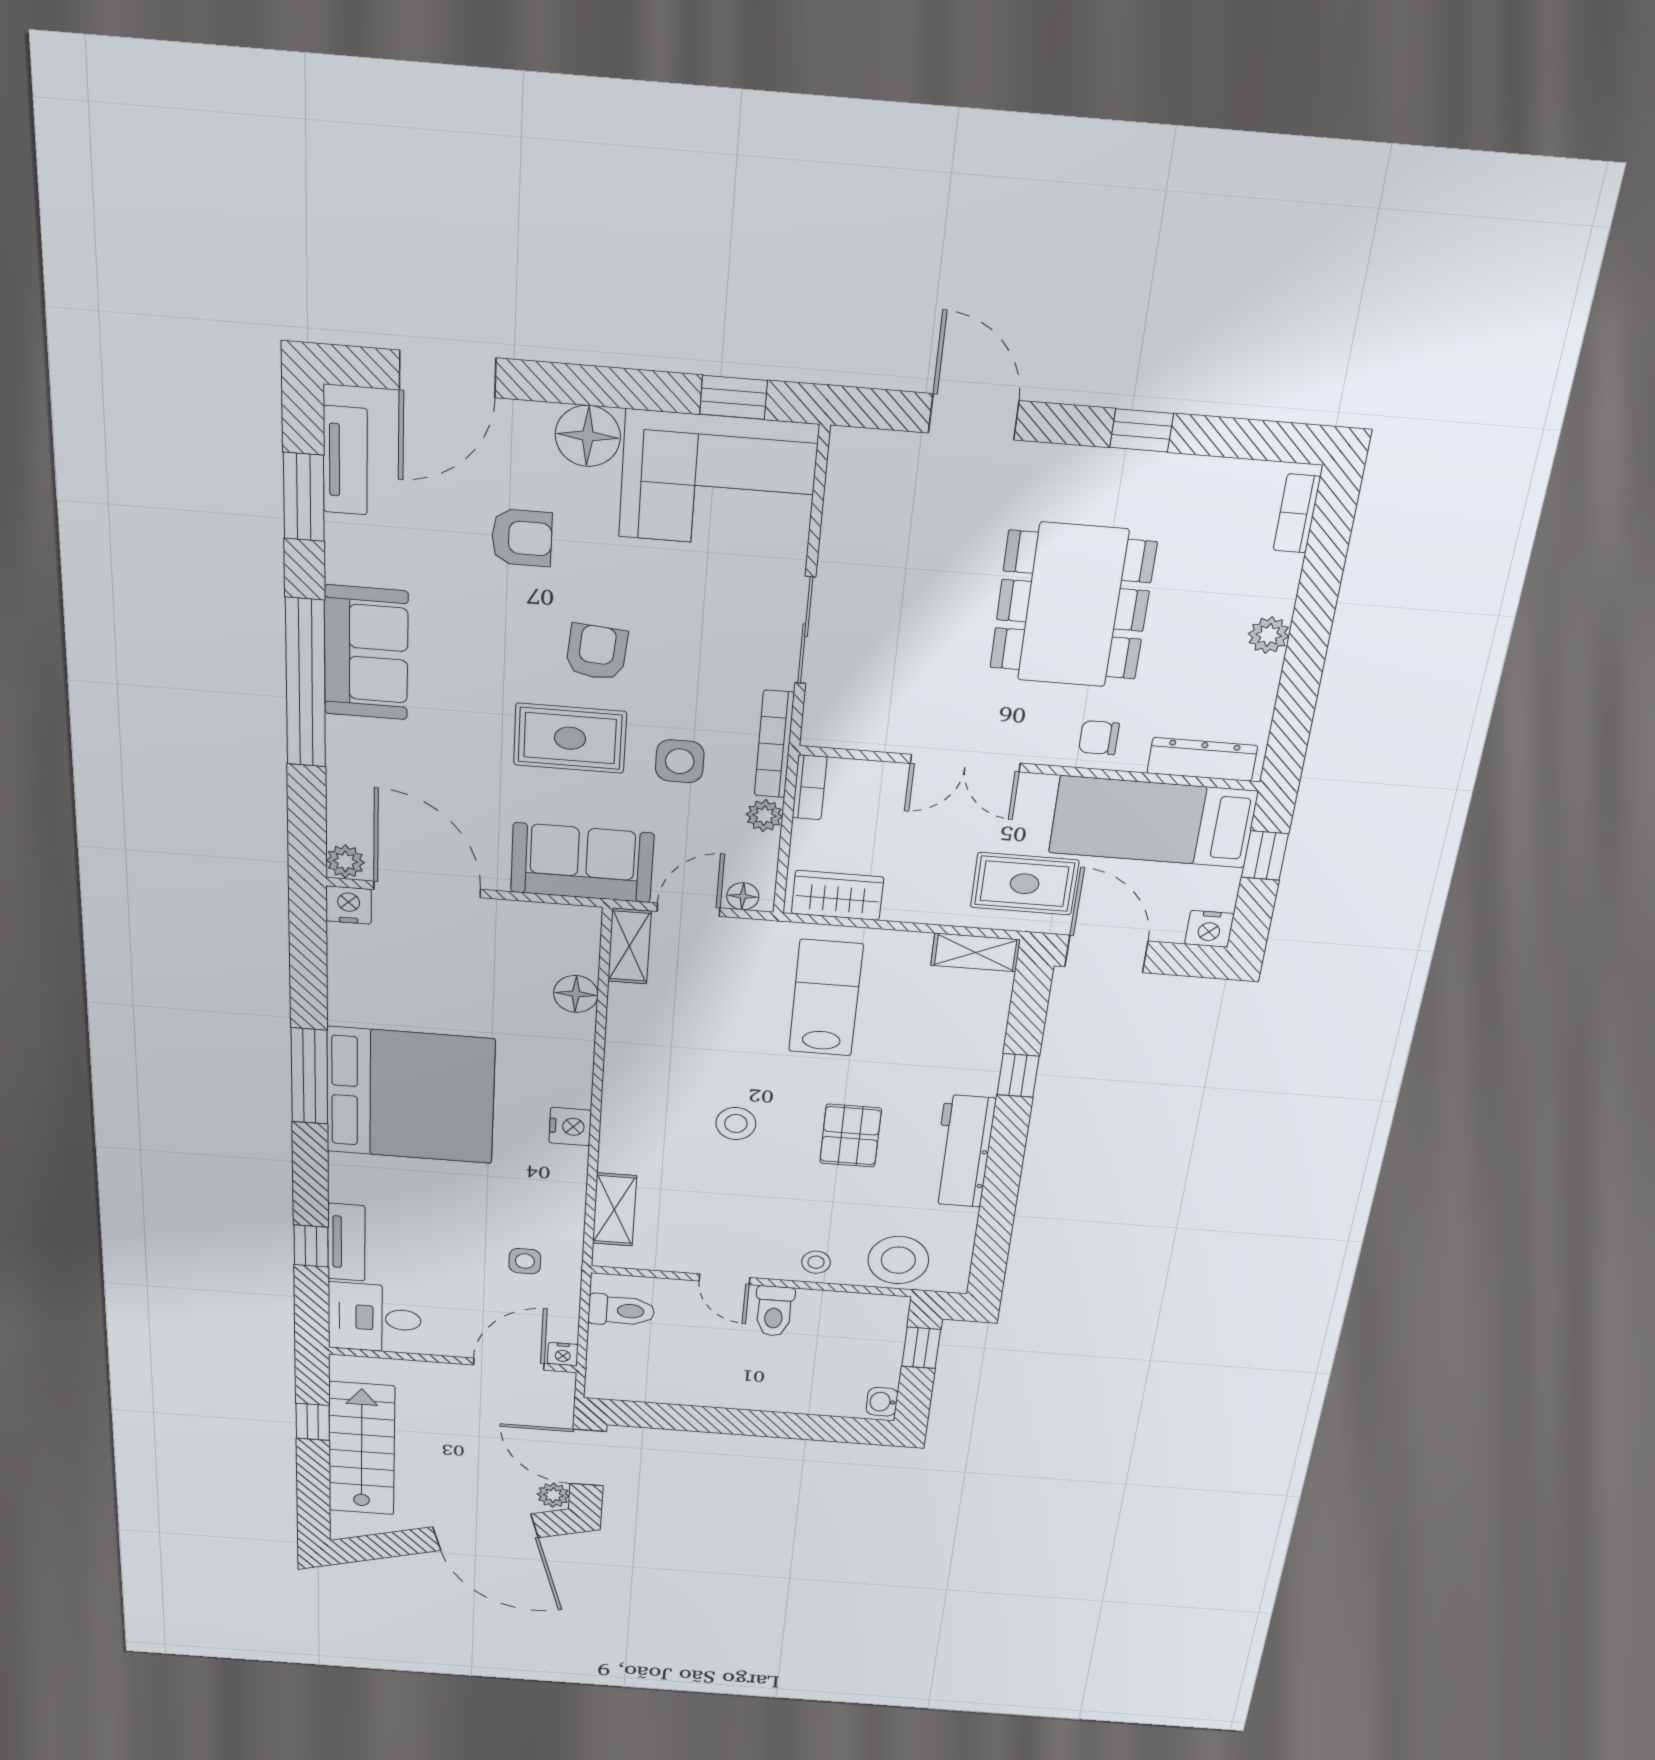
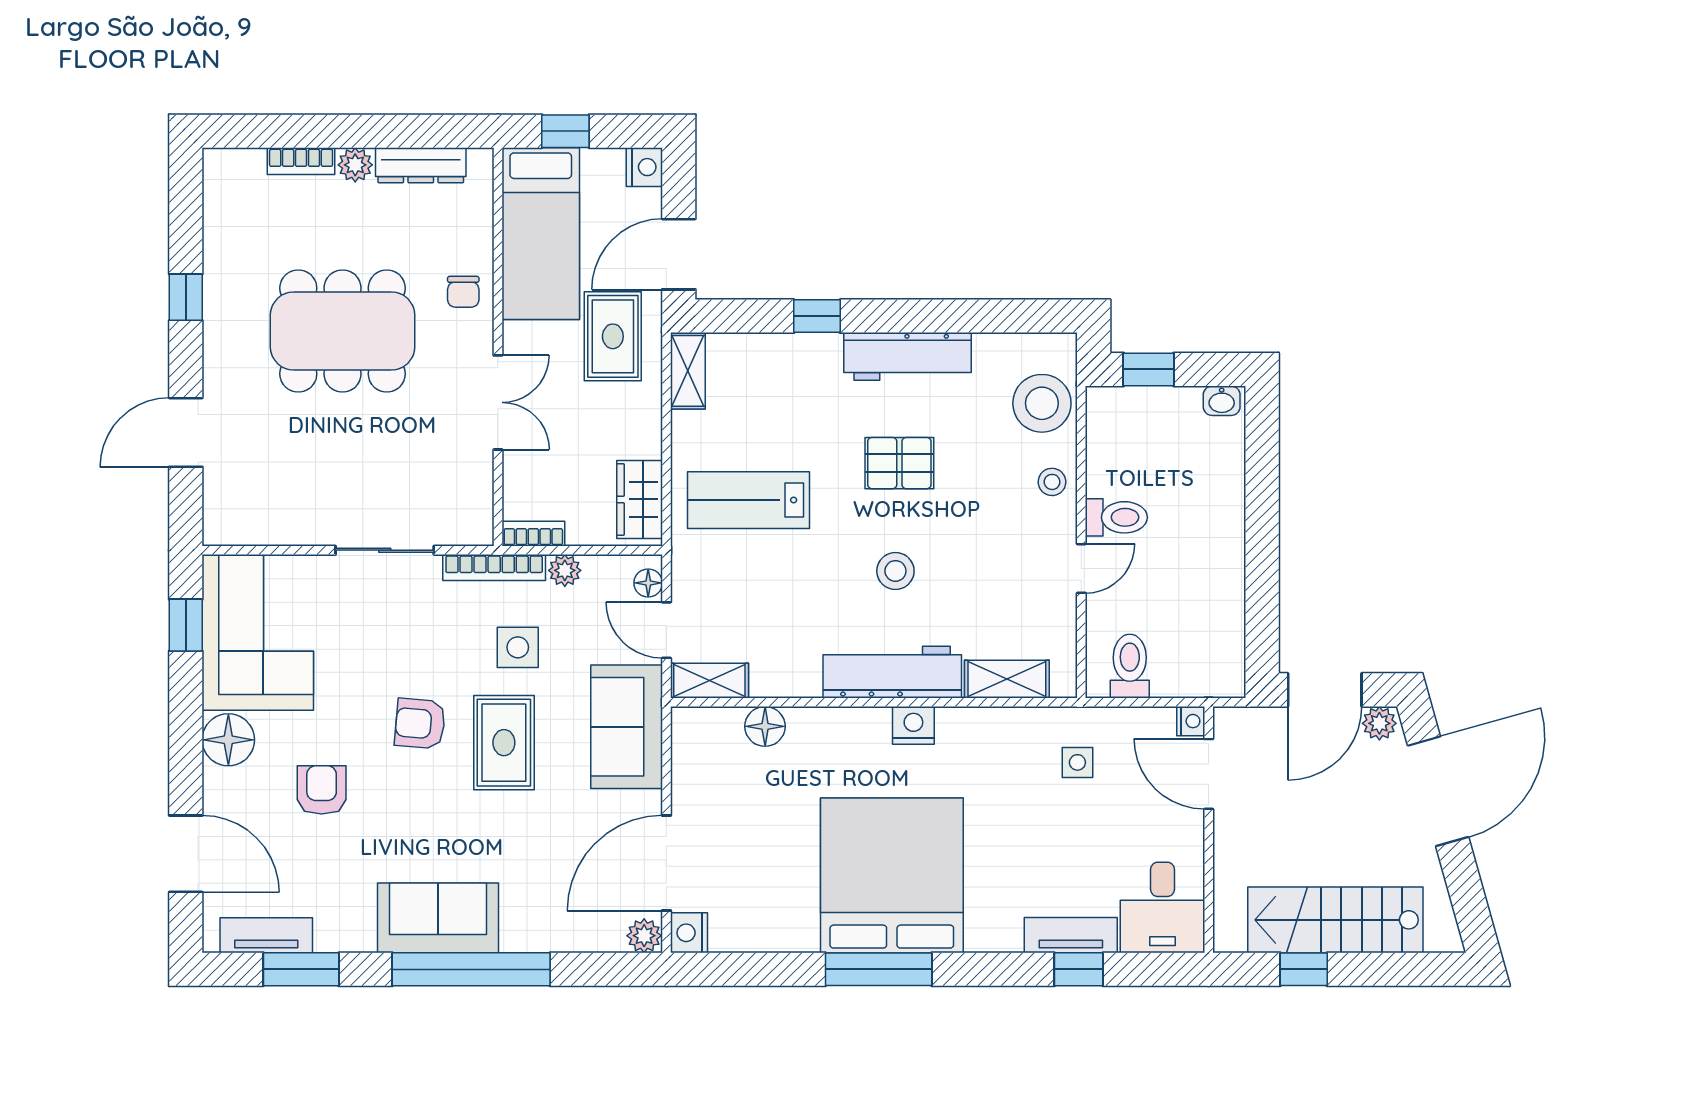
bookcase: (1297, 513) -> (301, 161), moved
dresser: (1202, 759) -> (421, 165), moved, turned -90
workbench: (628, 1112) -> (892, 672), added

